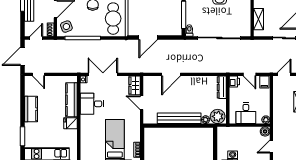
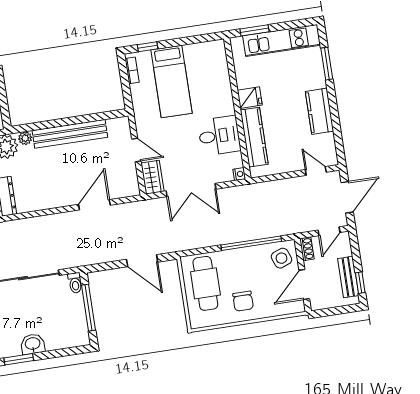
door: (148, 37) -> (142, 261), swing flipped
double door: (103, 74) -> (191, 190), moved

